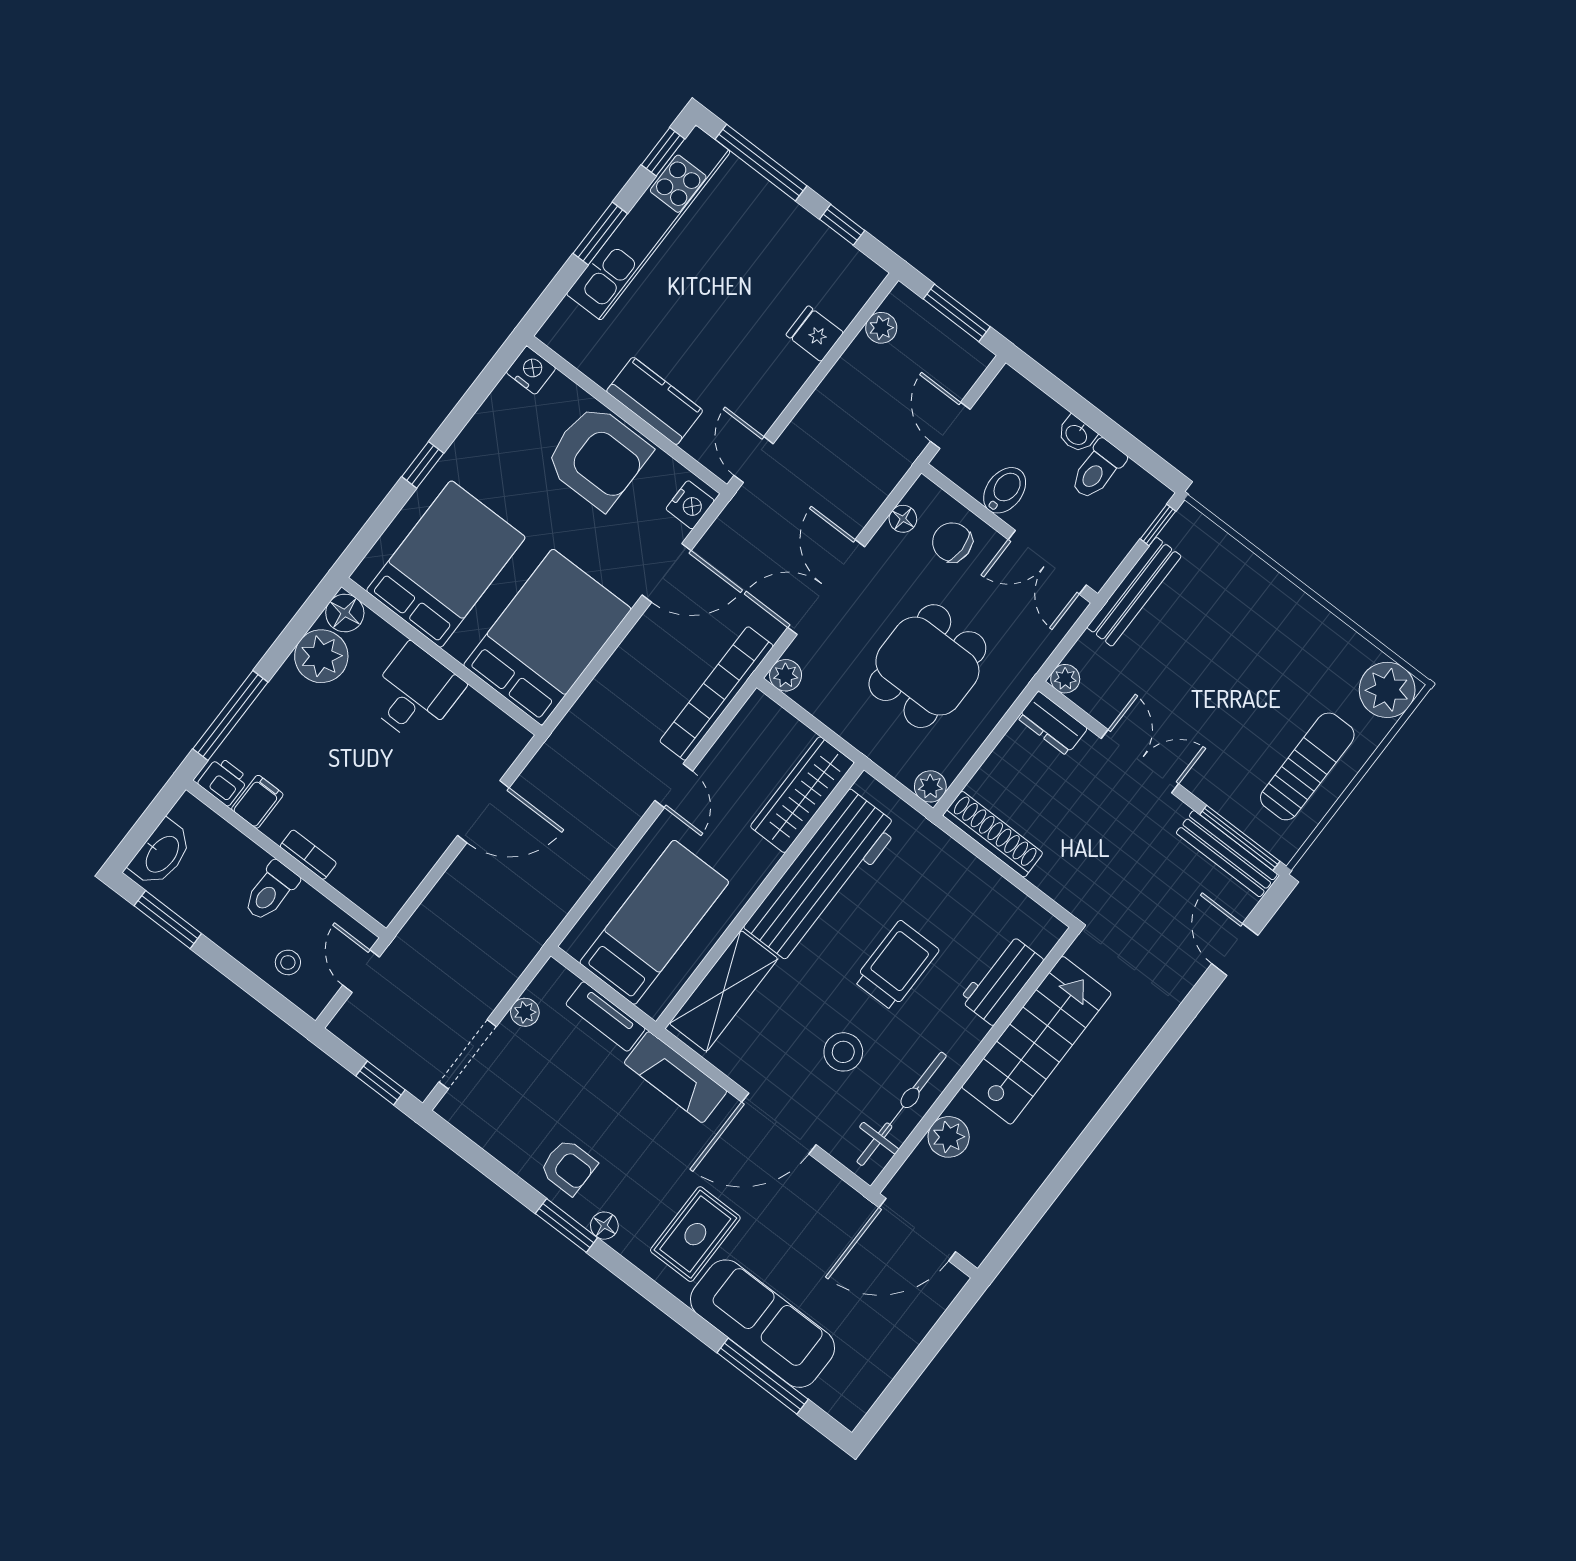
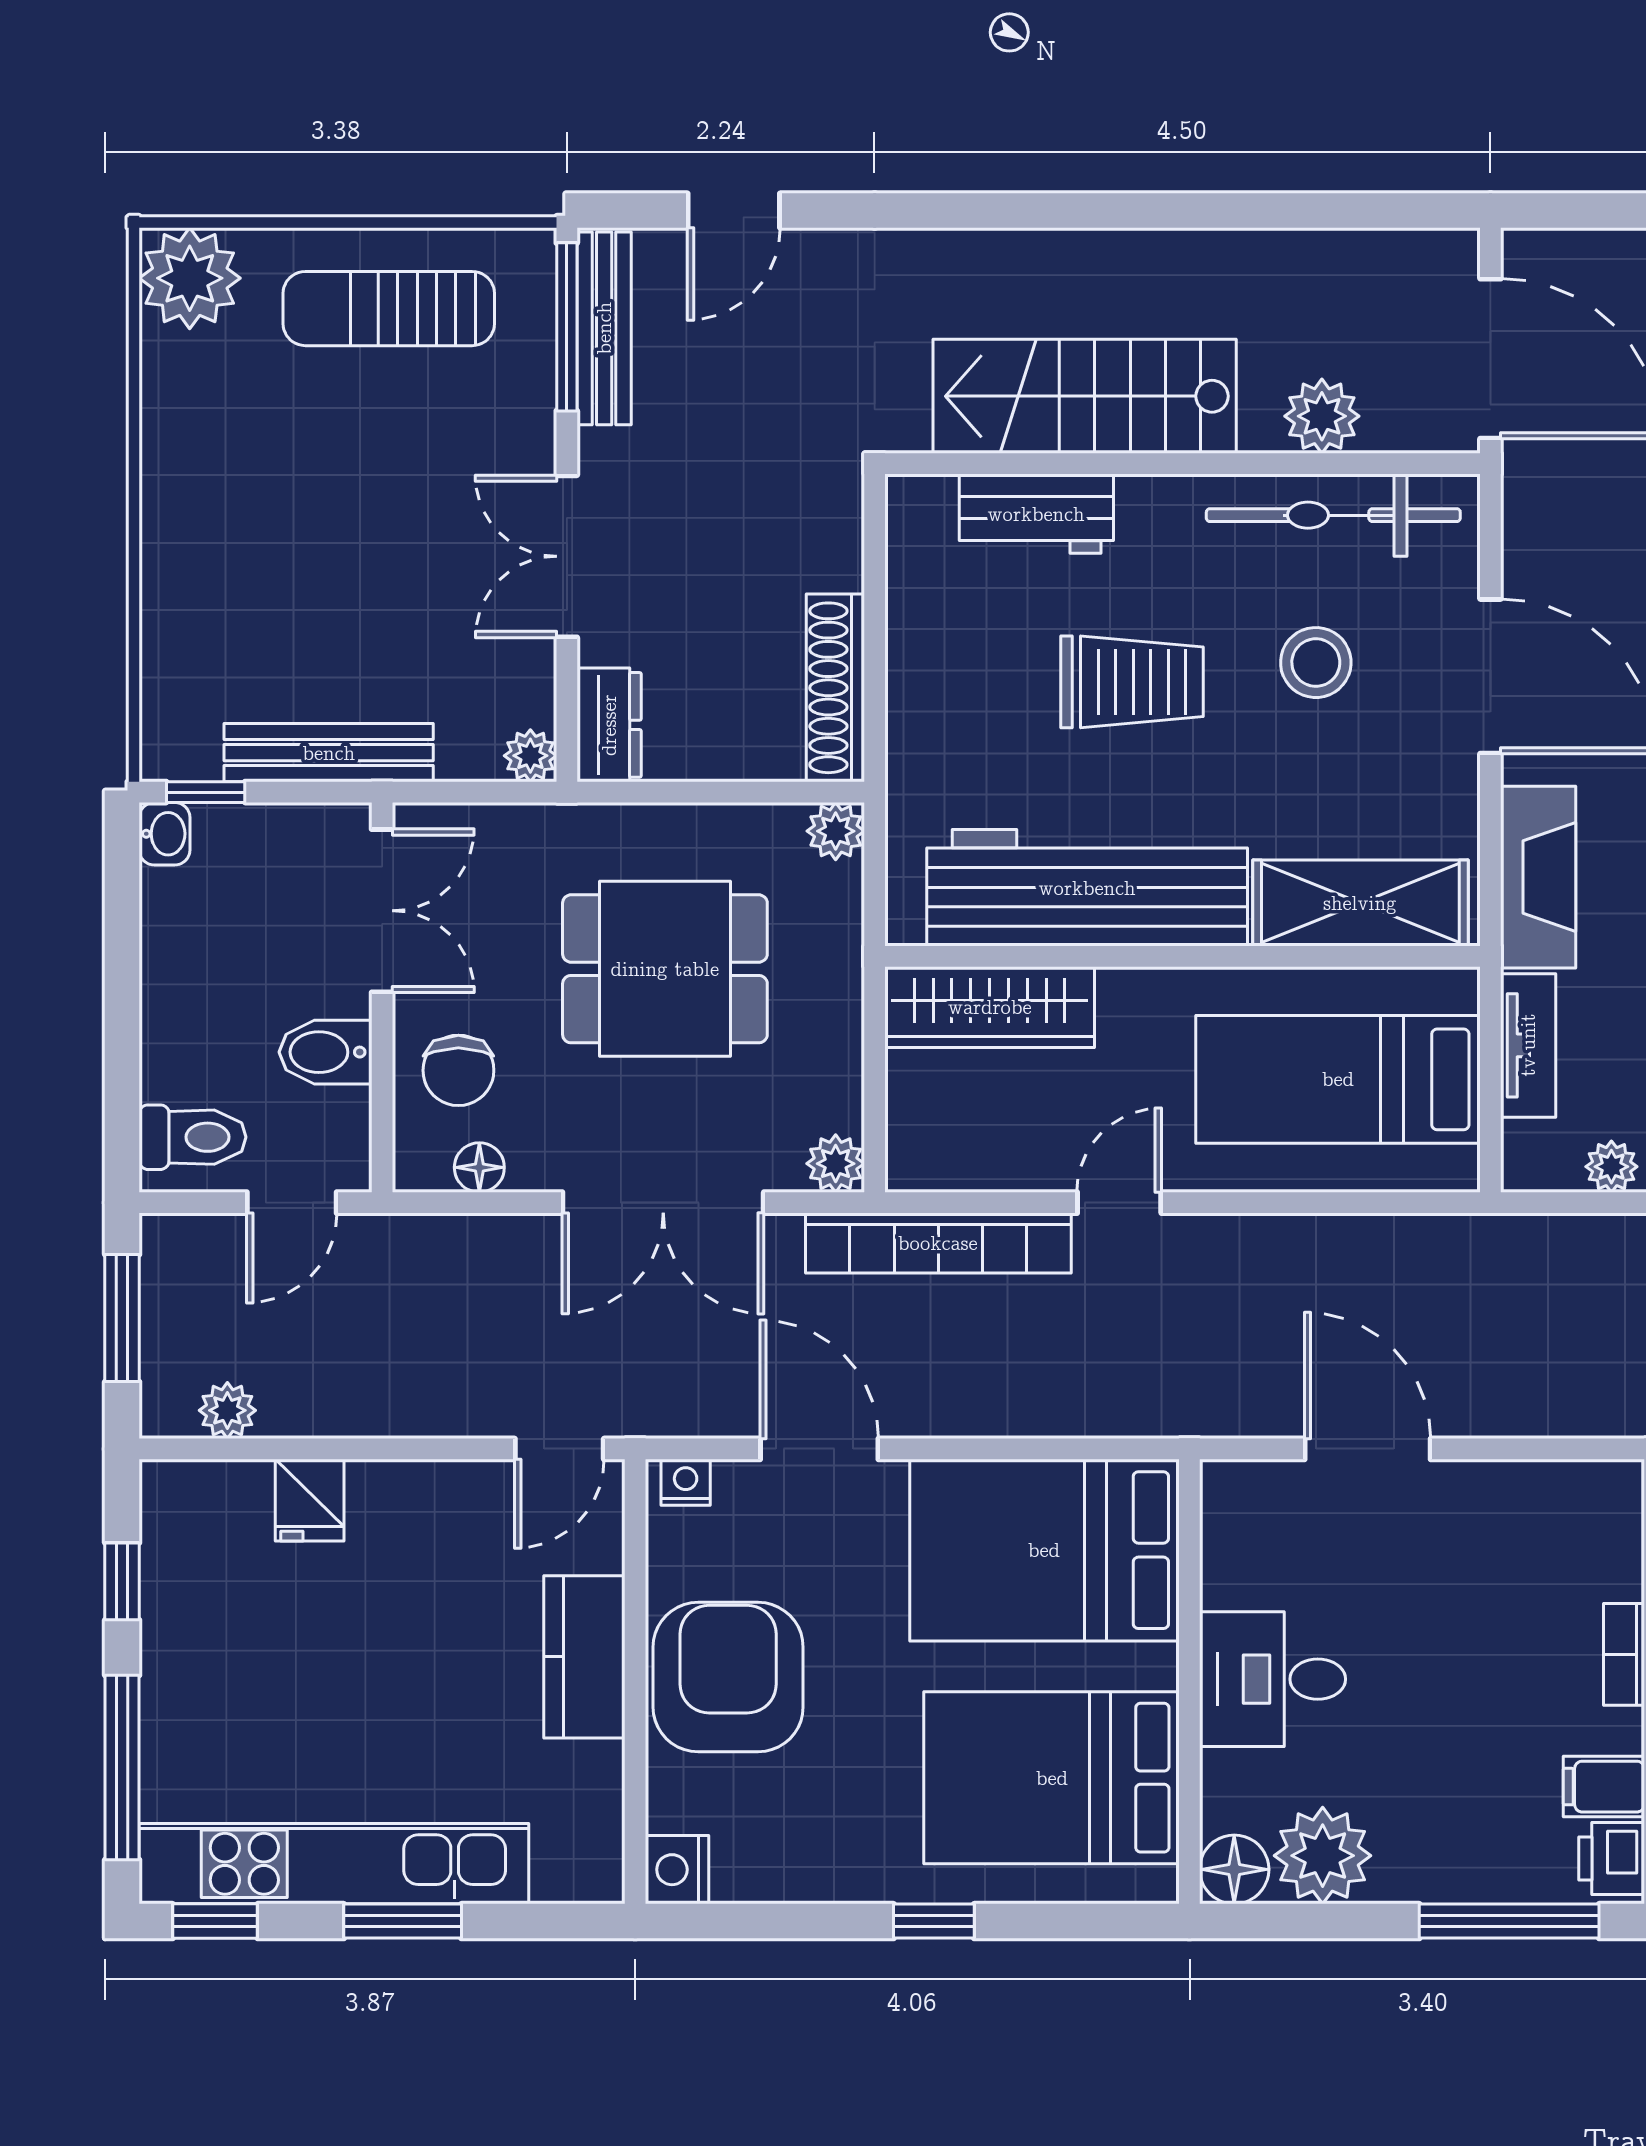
washbasin: (1077, 434) -> (165, 834), moved
toilet: (1098, 470) -> (193, 1137), moved
nightstand: (690, 505) -> (686, 1482), width x0.72, depth x0.74
trolley: (896, 965) -> (1132, 682), turned 180

